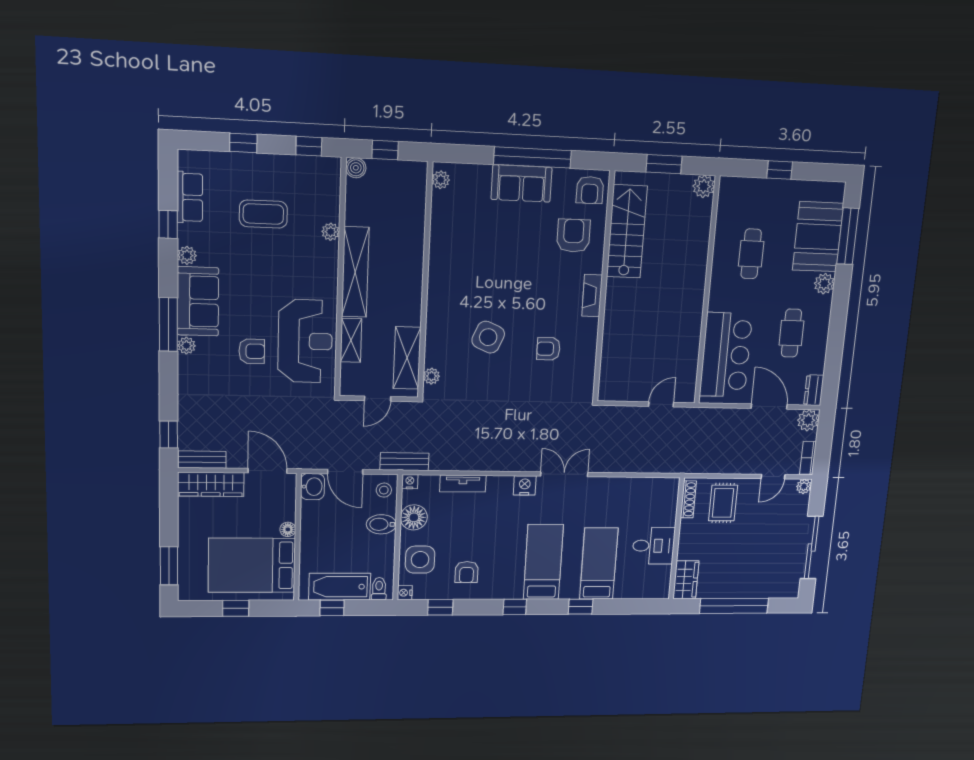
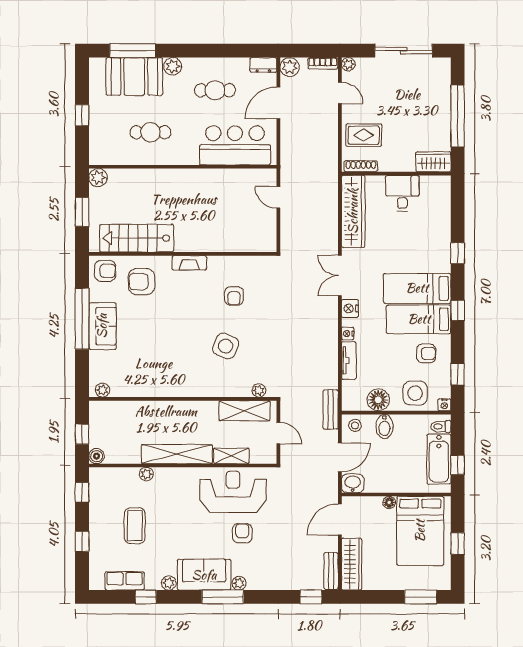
nightstand: (410, 482) -> (348, 334), moved
wardrobe: (638, 490) -> (353, 211), added
bed: (599, 564) -> (419, 319), moved

